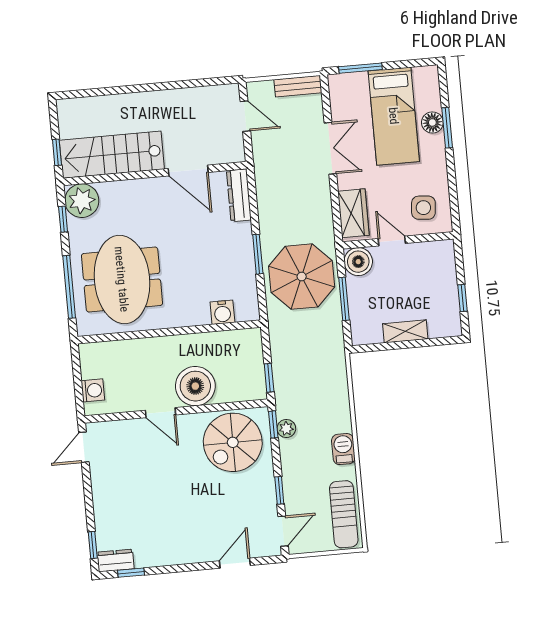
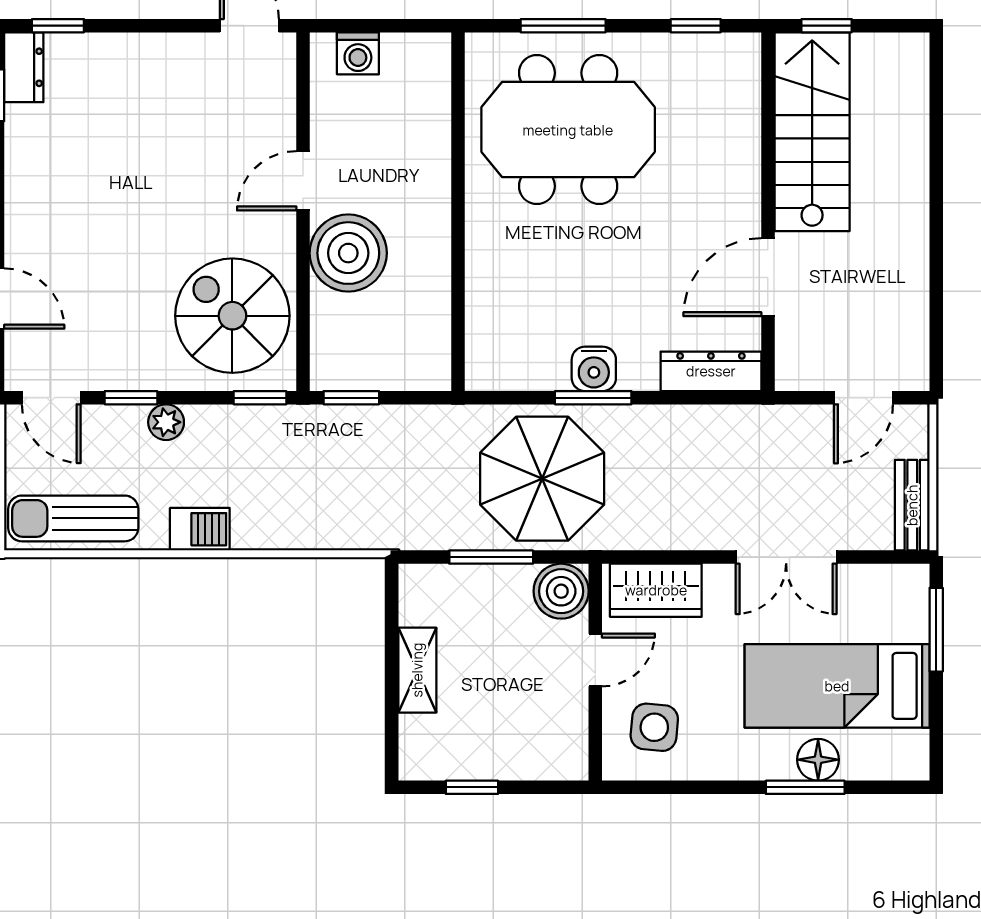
plant: (82, 201) -> (728, 65), removed
window: (69, 287) -> (563, 26), width x0.69
water cooler: (222, 312) -> (594, 369), moved, turned -90
plant: (286, 428) -> (166, 422), moved

